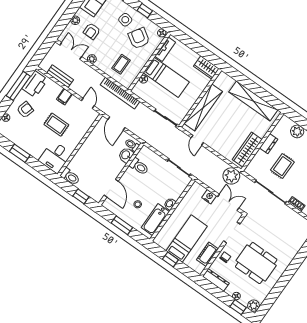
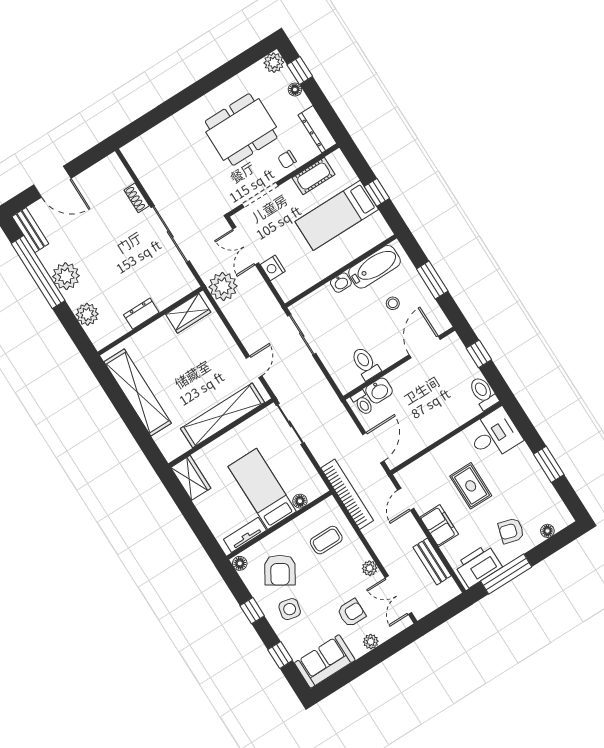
filing cabinet: (64, 97) -> (439, 526), width x2.00
wardrobe: (247, 150) -> (188, 313), width x0.67
rug: (282, 166) -> (134, 268), removed
dining table: (256, 263) -> (241, 129), turned 90

